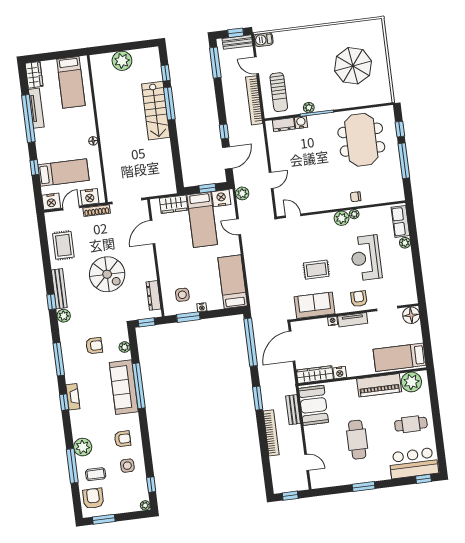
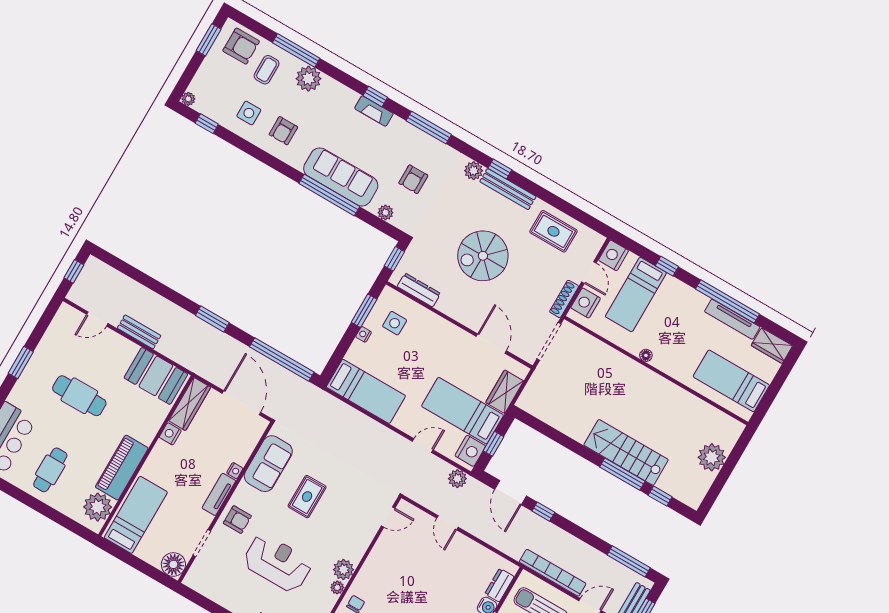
bench: (293, 410) -> (139, 332), moved
bookcase: (271, 433) -> (161, 304), removed

